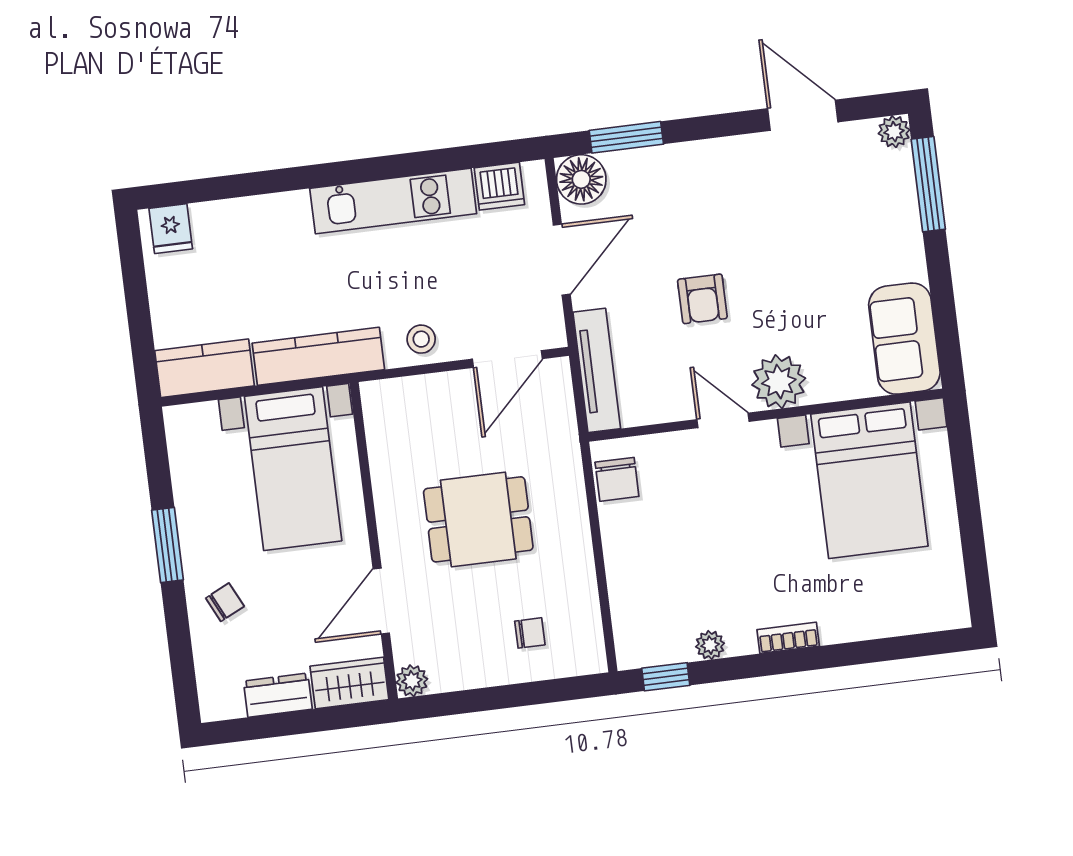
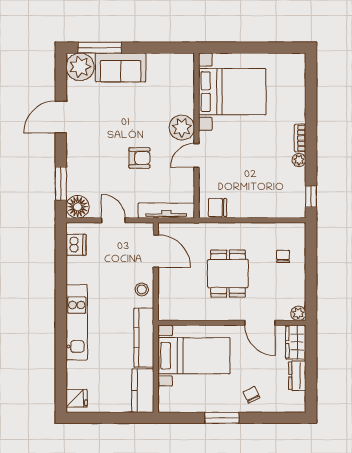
door: (803, 115) -> (61, 117), moved
plant: (894, 132) -> (80, 67), width x1.88, depth x1.88
kitchen unit: (393, 201) -> (77, 322), moved
door: (562, 260) -> (113, 220), width x0.73
sofa: (904, 339) -> (121, 67), moved
chair: (617, 479) -> (217, 208), turned 180
plant: (710, 645) -> (299, 160), moved

